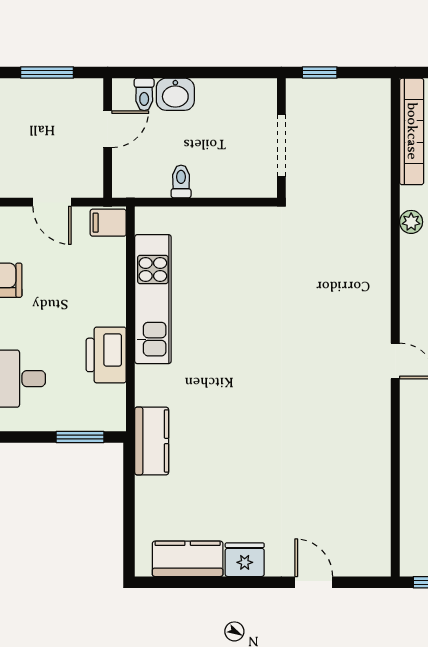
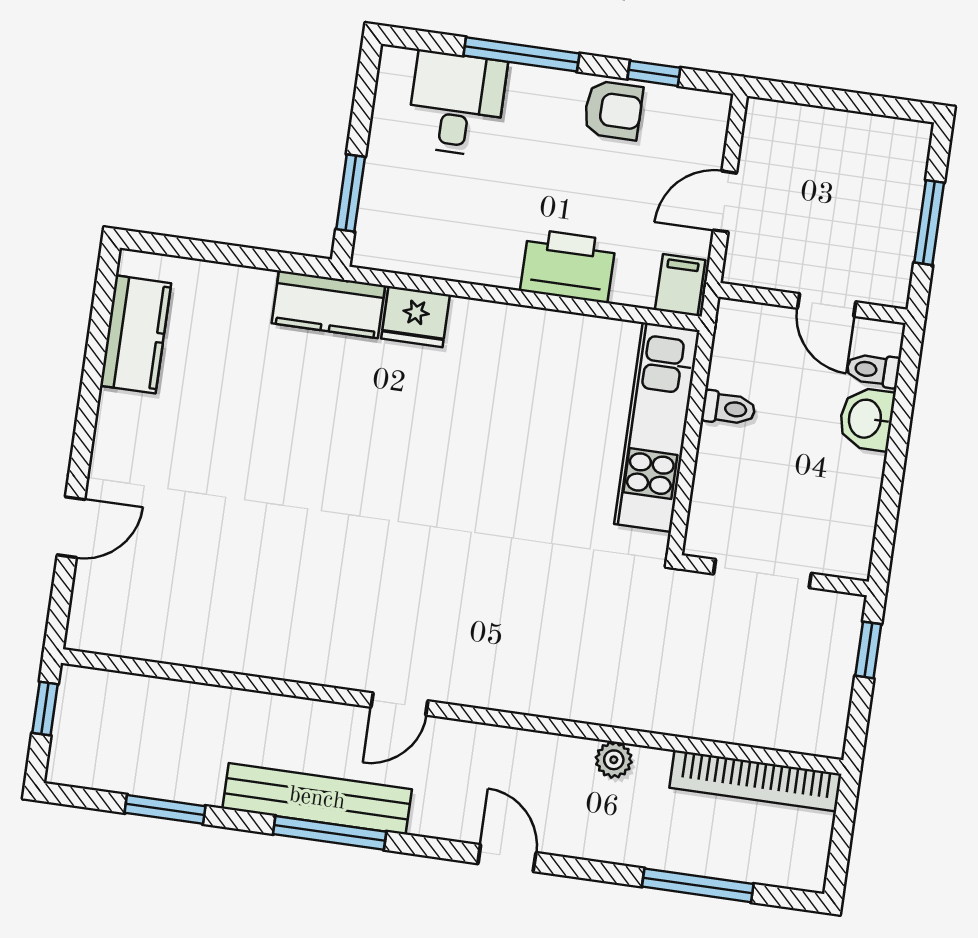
kitchen unit: (153, 299) -> (657, 427), moved, turned 90
printer: (106, 355) -> (568, 266), moved
fridge: (245, 560) -> (416, 317), moved, turned 90

